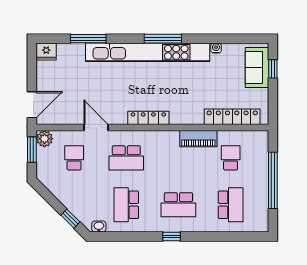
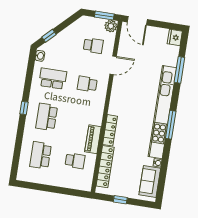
sofa: (257, 68) -> (150, 181), moved, turned -90
window: (273, 69) -> (120, 200), moved
locker: (148, 118) -> (110, 130), moved
school desk: (126, 158) -> (87, 84), width x0.54
window: (273, 180) -> (54, 189), removed
school desk: (231, 205) -> (41, 155), turned 90

